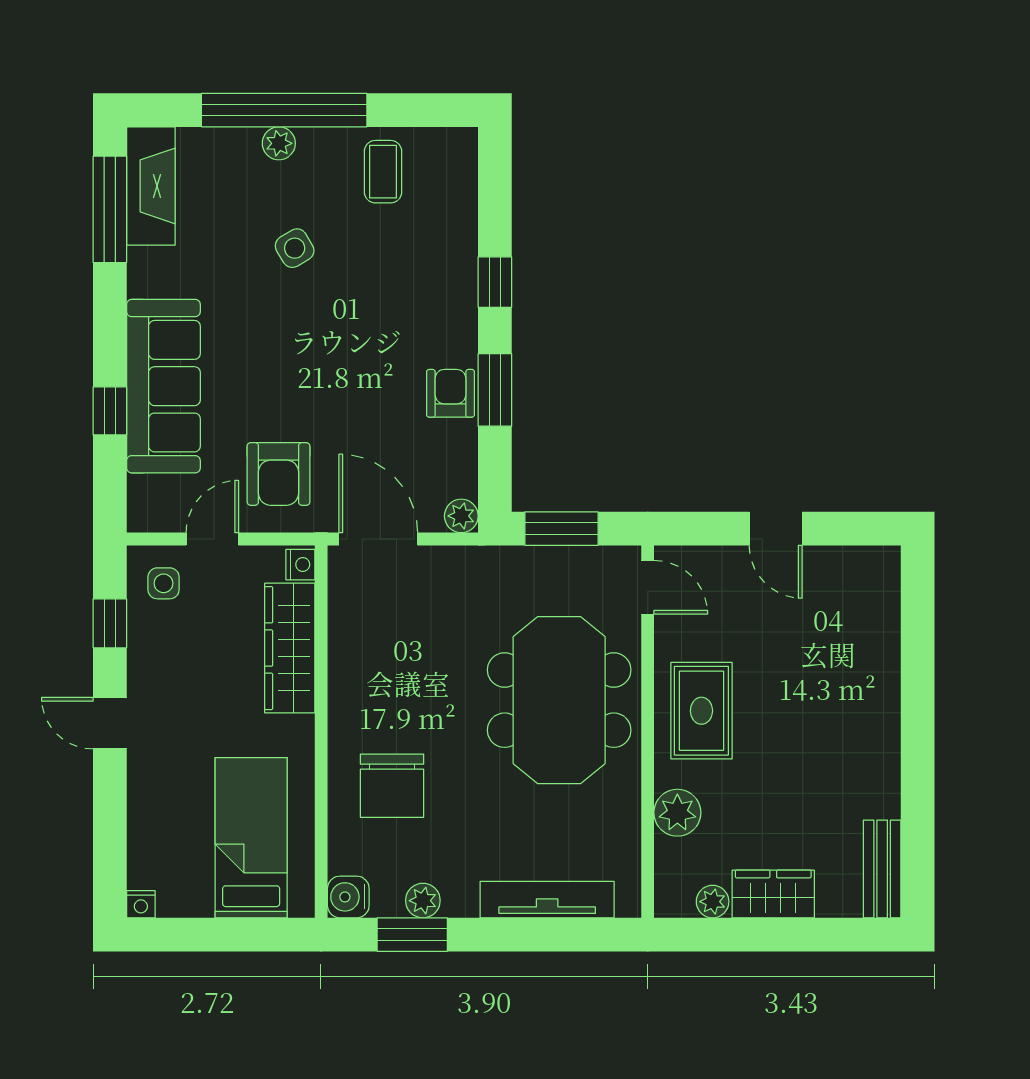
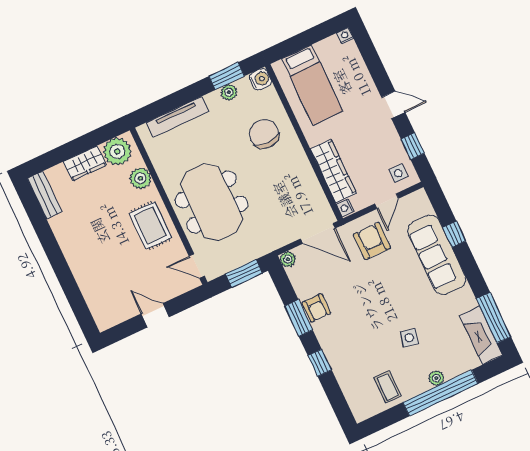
side table: (295, 248) -> (409, 338), turned 45
plant: (713, 902) -> (117, 152), width x1.88, depth x1.88

